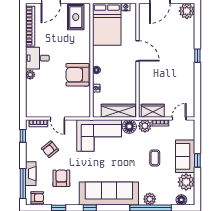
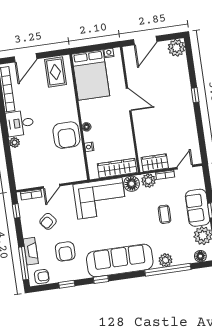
armchair: (77, 75) -> (66, 135), turned -90
door: (58, 118) -> (51, 186), hinge flipped
armchair: (61, 178) -> (65, 251), turned 180

